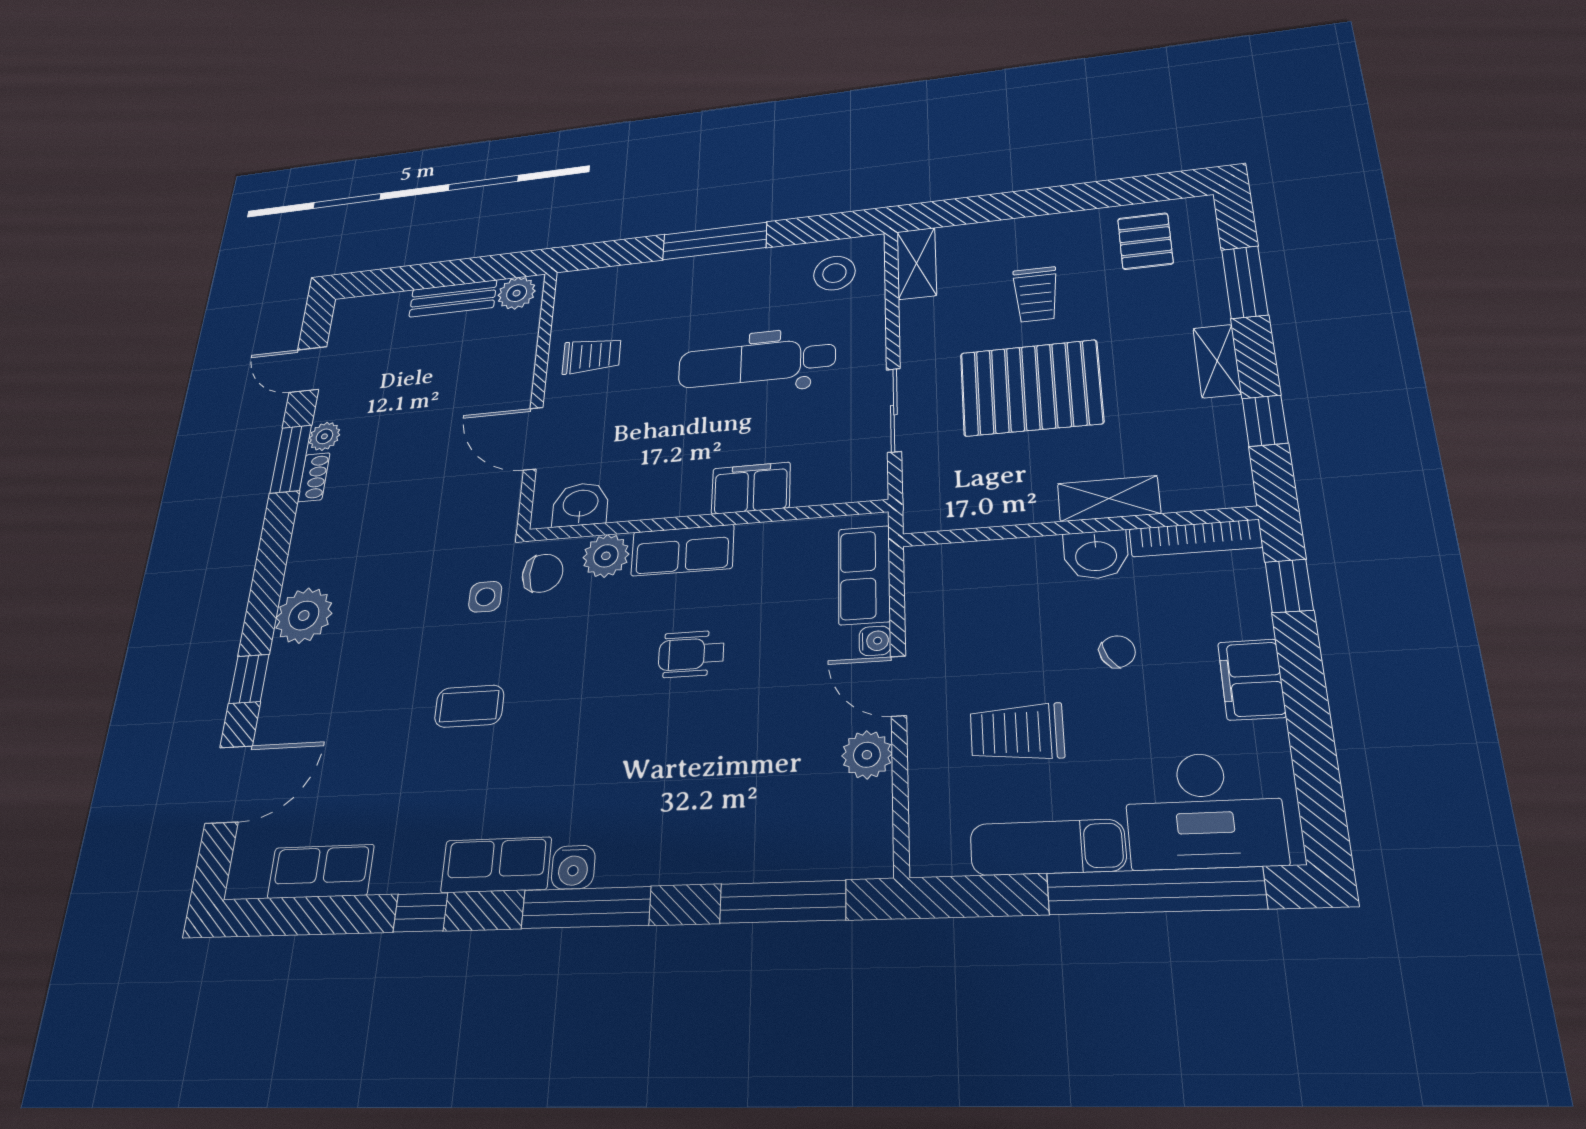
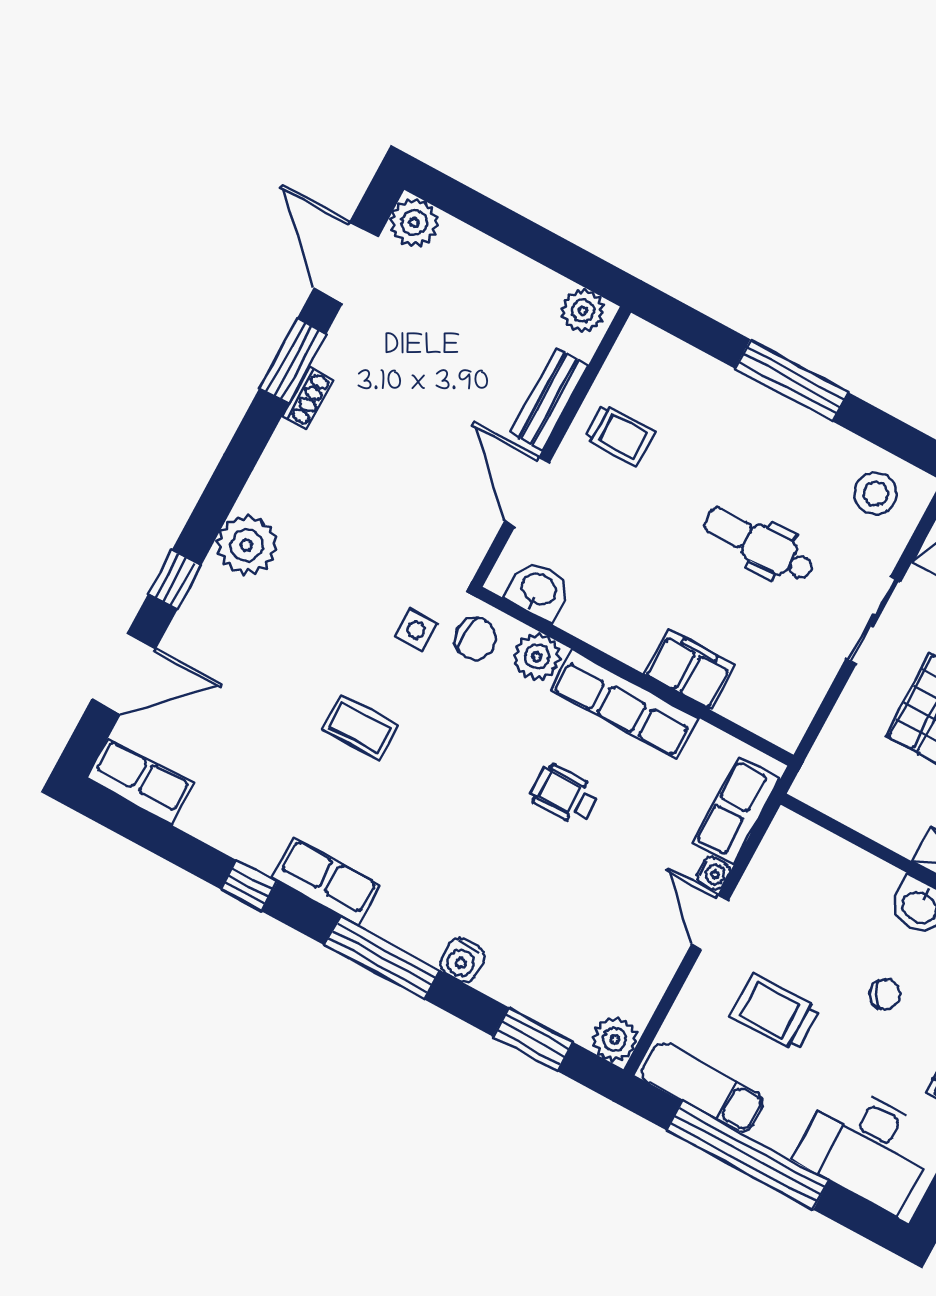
bench: (453, 298) -> (549, 399), moved, turned 90
dental chair: (756, 363) -> (759, 544), width x0.73, depth x0.72
door: (308, 369) -> (346, 262), width x1.38
sliding door: (894, 410) -> (873, 620), moved
plant: (324, 436) -> (414, 223), moved, width x1.38, depth x1.38
row of seats: (682, 550) -> (624, 704), width x1.48
plant: (867, 755) -> (615, 1039), moved
exam couch: (1047, 847) -> (703, 1087), moved
water cooler: (573, 867) -> (462, 960), moved
row of seats: (321, 871) -> (140, 781), moved
window: (1155, 891) -> (748, 1155), moved
window: (783, 902) -> (533, 1039), width x0.69

